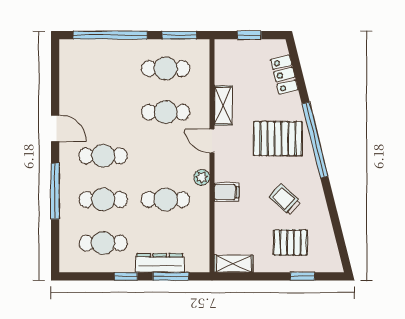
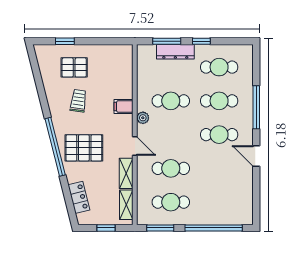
trolley: (285, 199) -> (78, 101), turned -125
shelving: (234, 264) -> (126, 205), moved, turned 90

